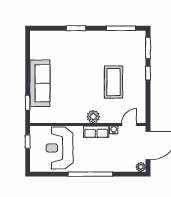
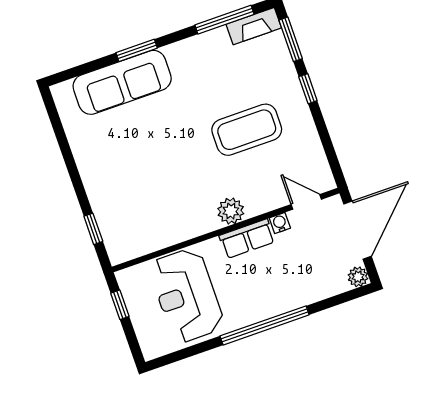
fireplace: (133, 36) -> (254, 26), added
coffee table: (114, 82) -> (247, 130), turned 90
sofa: (40, 83) -> (122, 82), moved, turned 90
door: (129, 124) -> (306, 202), hinge flipped

